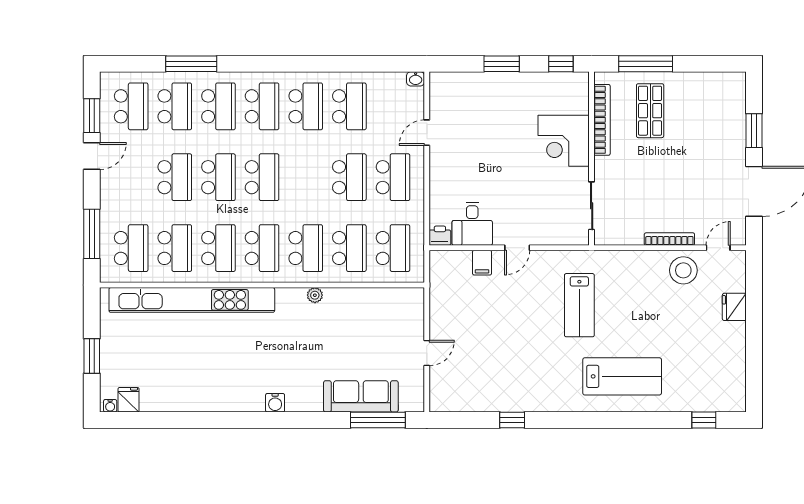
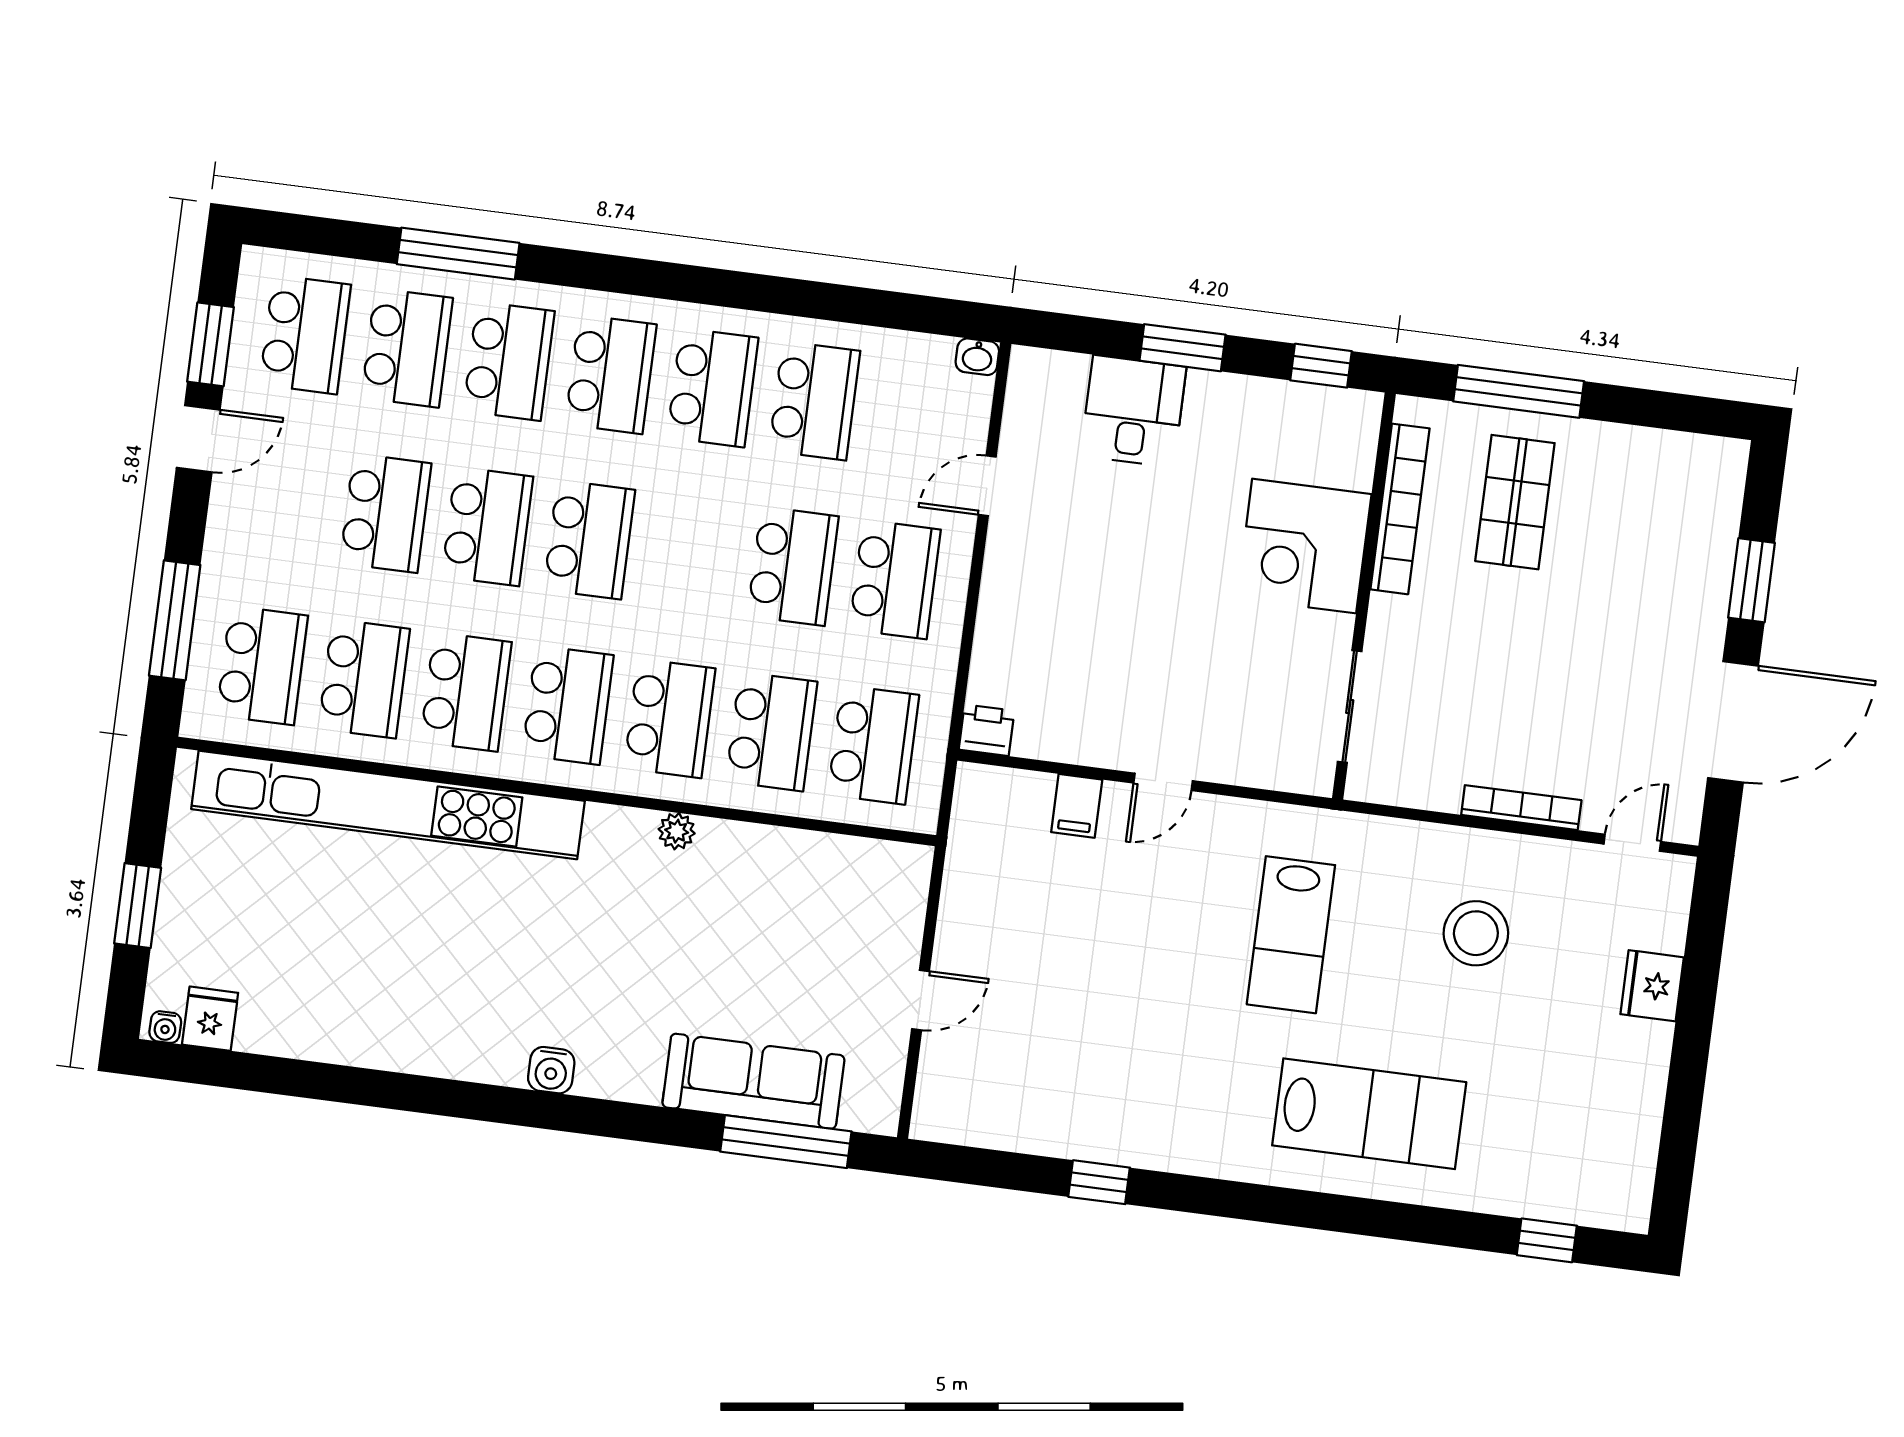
desk: (472, 224) -> (1133, 411), moved, turned 180
stool: (683, 270) -> (1476, 933), moved

